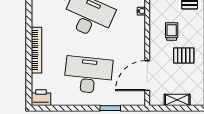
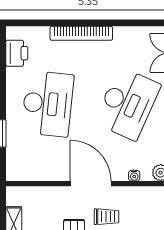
door: (147, 76) -> (91, 184), moved
printer: (41, 98) -> (17, 53), moved

